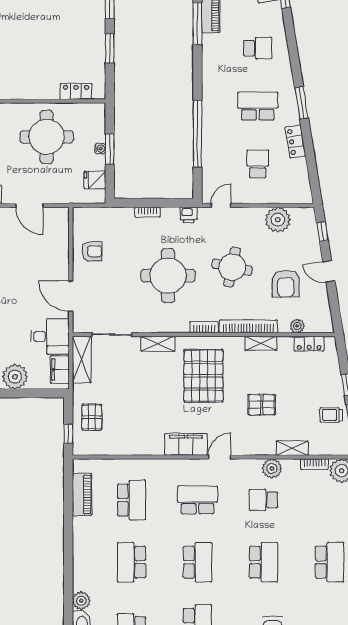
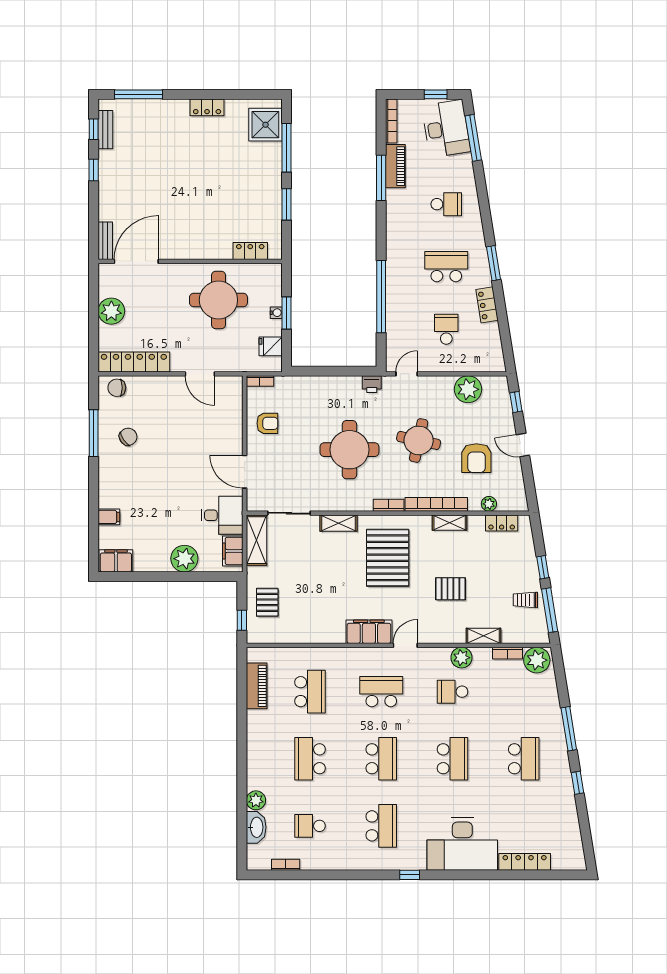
bookcase: (147, 212) -> (260, 381), moved

